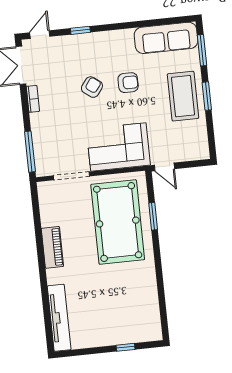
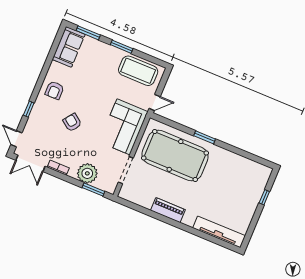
sofa: (166, 38) -> (69, 47), width x0.73
armchair: (128, 83) -> (54, 90), moved, turned 180
coffee table: (183, 96) -> (138, 71), moved
plant: (44, 135) -> (87, 173), added
window: (30, 152) -> (93, 190), width x0.69
window: (153, 216) -> (205, 137), moved

